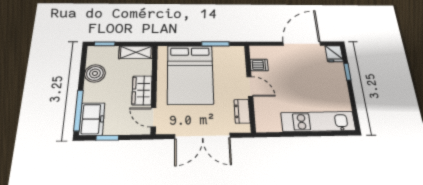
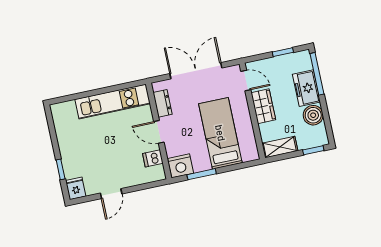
door: (302, 44) -> (111, 194), width x0.53
nightstand: (234, 54) -> (181, 166), added
bed: (190, 74) -> (220, 133), width x0.67
freezer: (92, 119) -> (306, 88), moved
kitchen unit: (318, 122) -> (113, 102), moved

